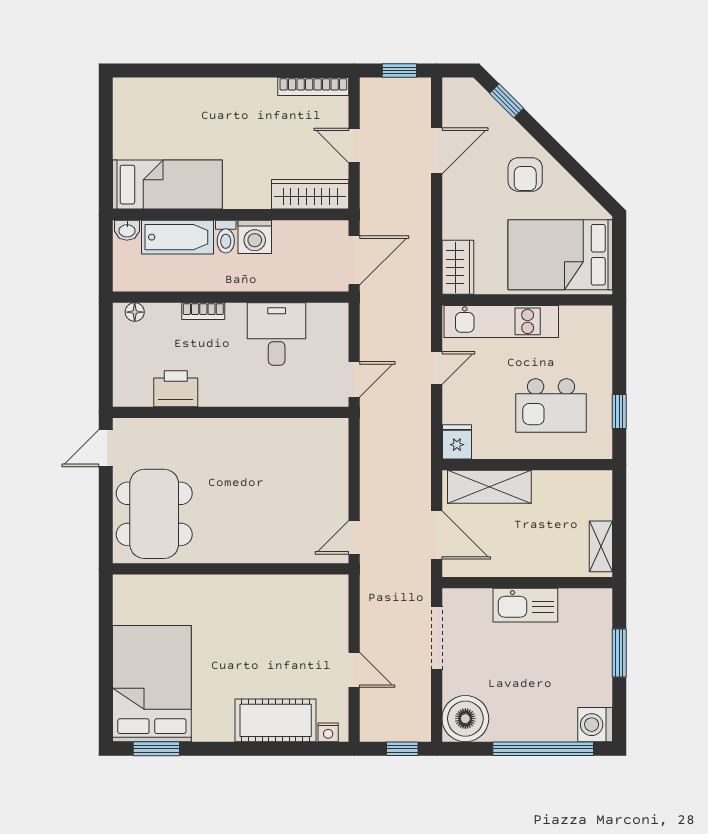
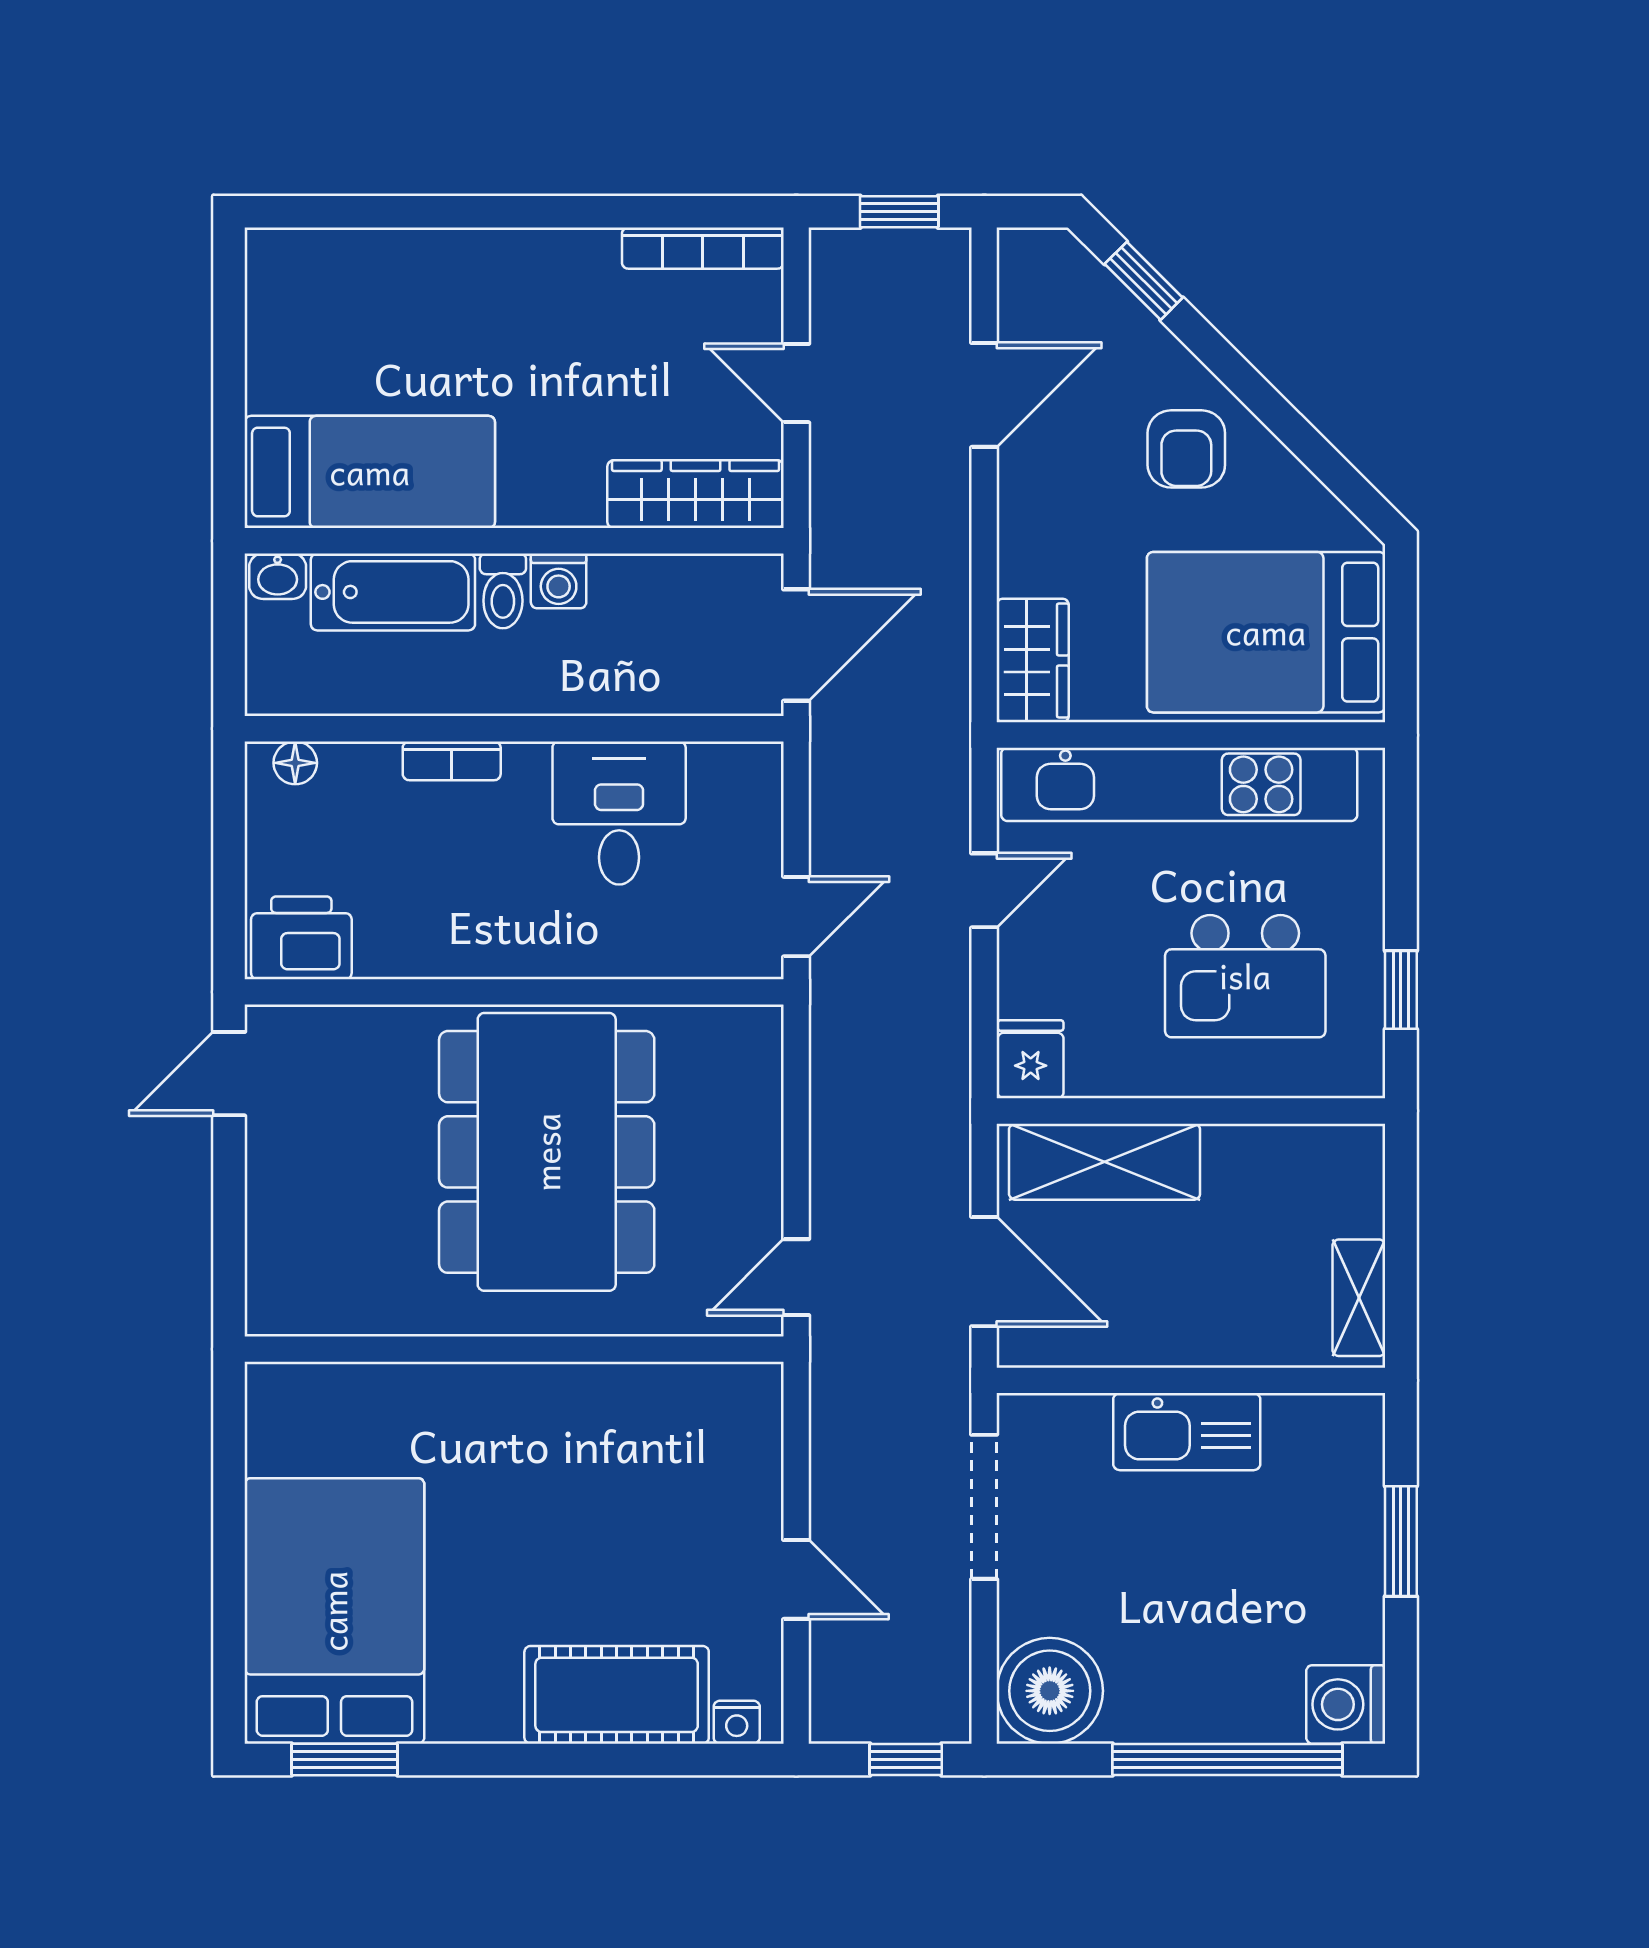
washing machine: (255, 237) -> (559, 581), width x0.73, depth x0.73
kitchen unit: (501, 321) -> (1179, 784), width x1.36
printer: (176, 389) -> (301, 938), moved
dining table: (154, 514) -> (547, 1152), moved, width x1.36, depth x1.24

